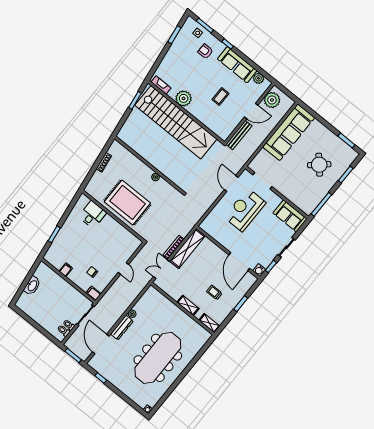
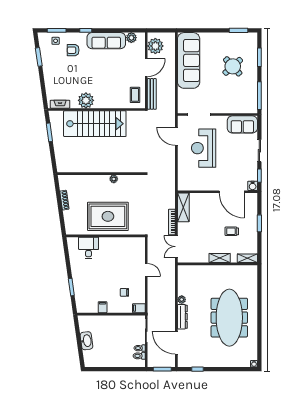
coffee table: (221, 97) -> (135, 95), moved
stairs: (176, 122) -> (95, 124), width x0.73
shelving: (187, 248) -> (183, 207), width x0.68

